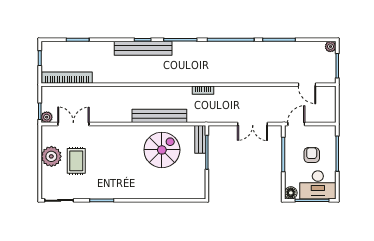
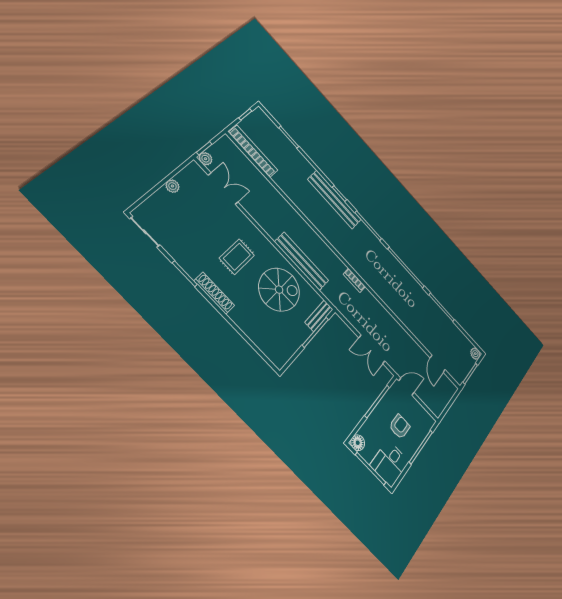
plant: (51, 156) -> (172, 186), width x0.53, depth x0.53
rug: (76, 161) -> (237, 257), moved
desk: (318, 185) -> (390, 463), width x0.73
shoe rack: (128, 194) -> (214, 293), added

